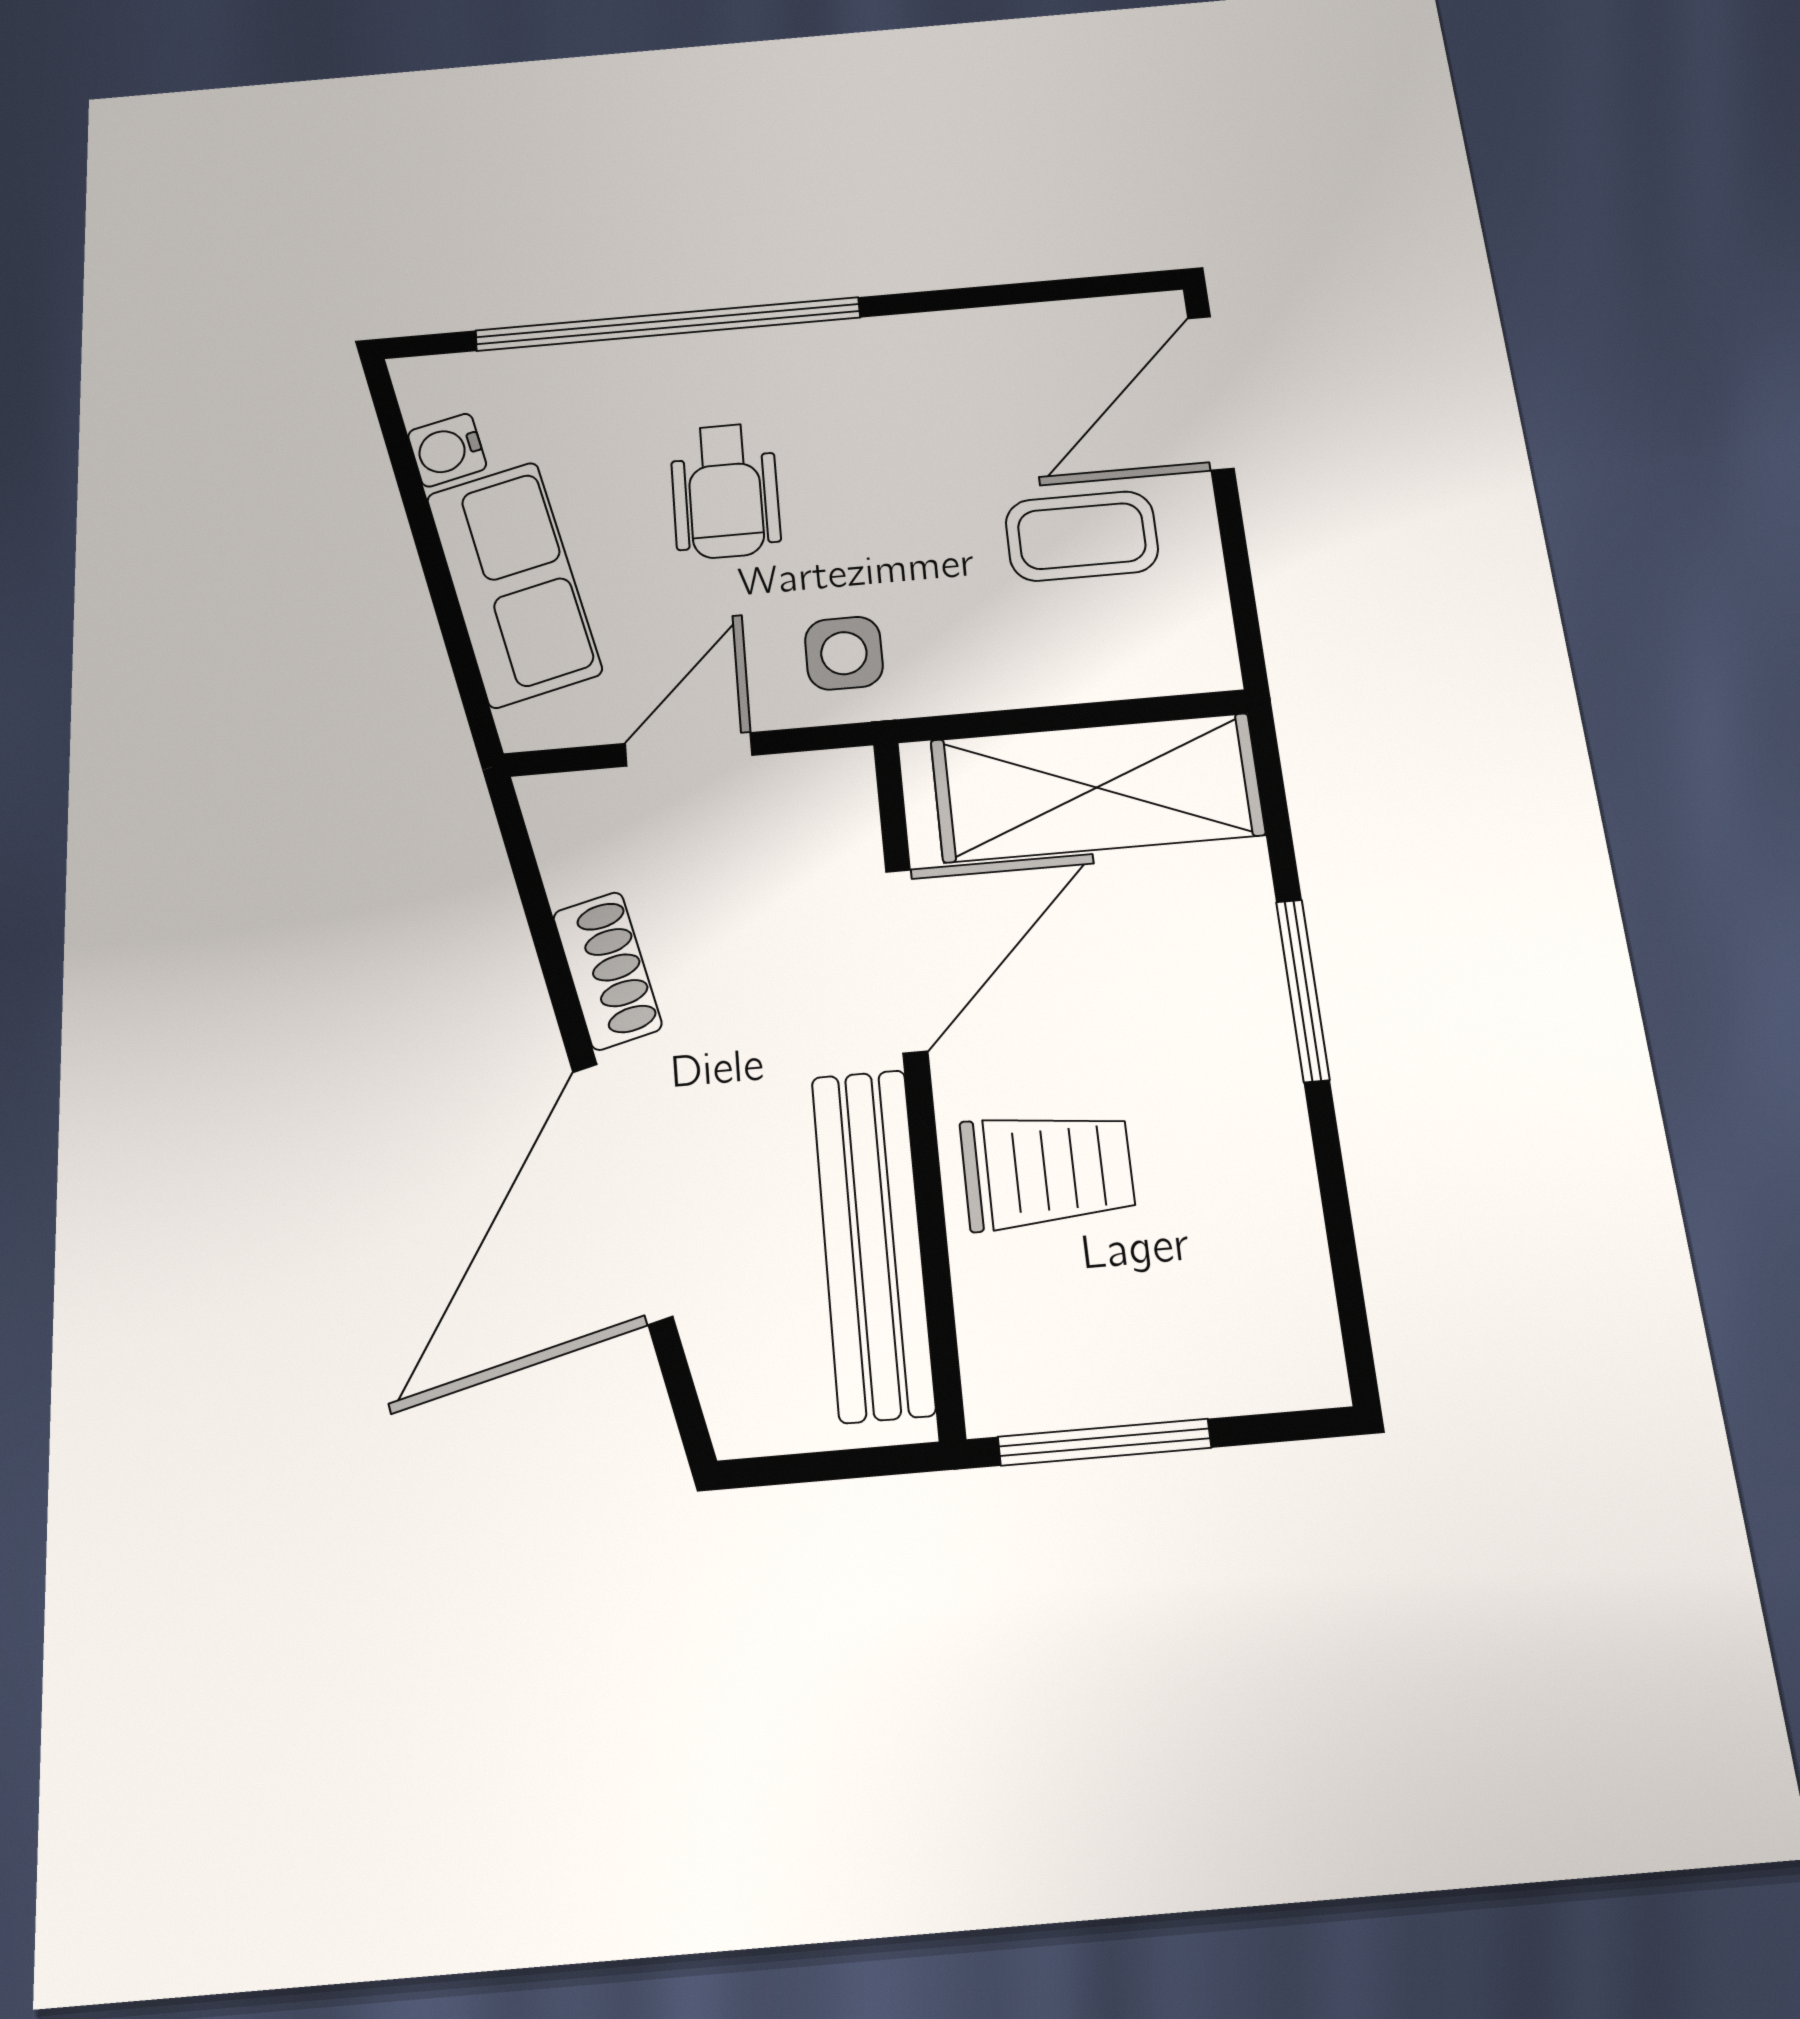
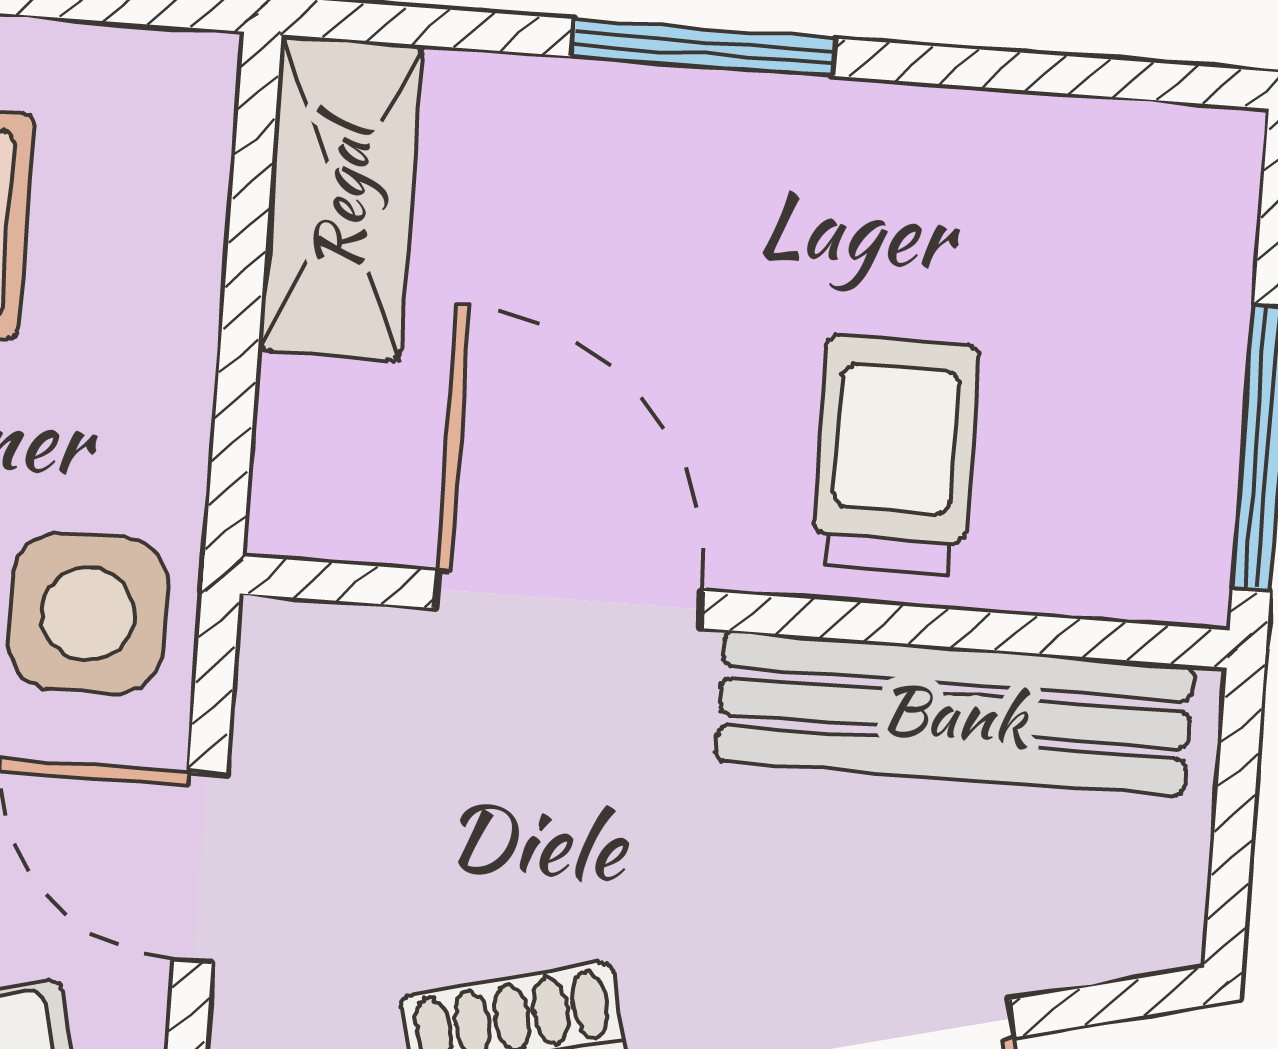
side table: (844, 653) -> (87, 614), width x1.37, depth x1.37
shelving: (1097, 787) -> (341, 198), width x0.67, depth x0.75

